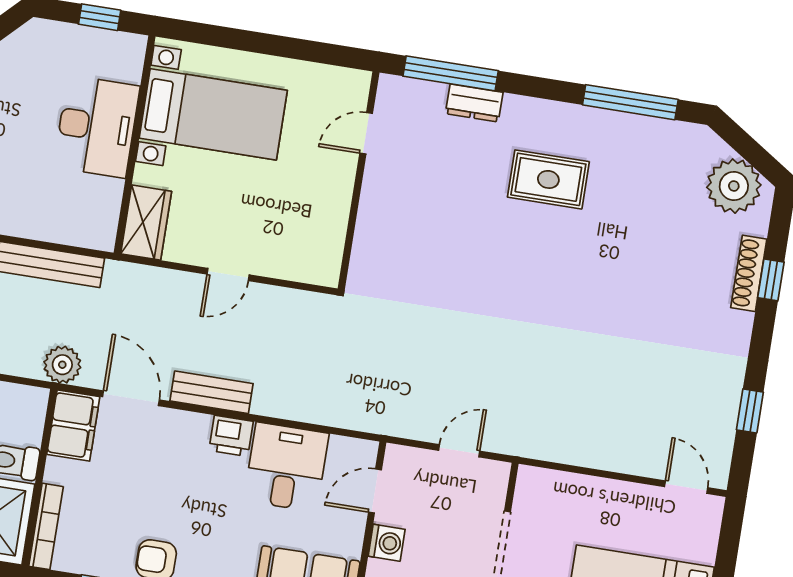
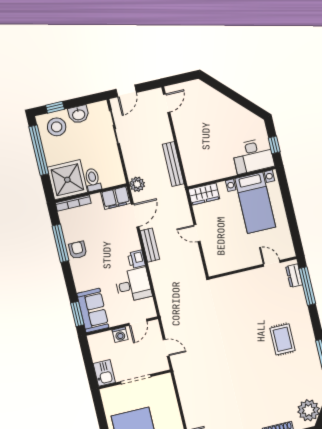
dresser: (474, 103) -> (294, 276), moved
desk: (97, 126) -> (253, 156), moved
door: (375, 491) -> (138, 322), swing flipped

